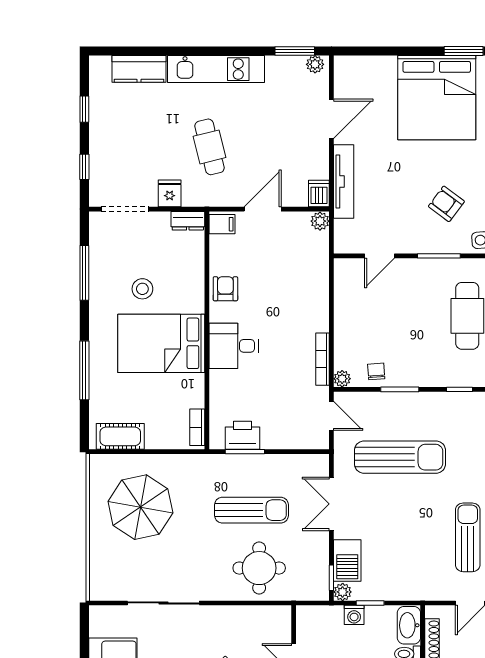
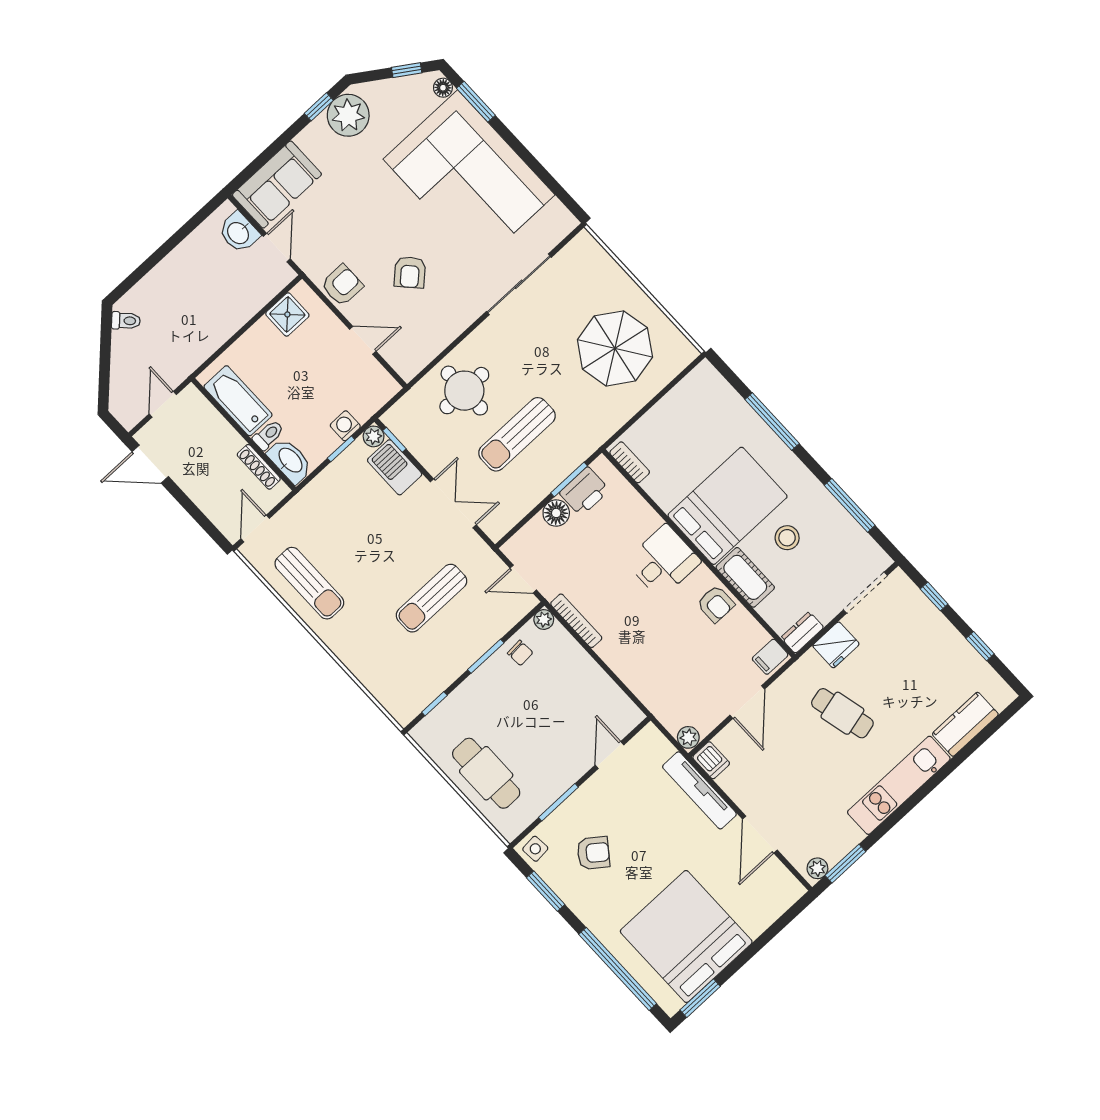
fridge: (170, 193) -> (836, 645), width x1.38
cot: (120, 436) -> (745, 577), moved, turned 90
floor lamp: (273, 438) -> (556, 513), added
sun lounger: (400, 457) -> (431, 598), width x0.73, depth x0.75

